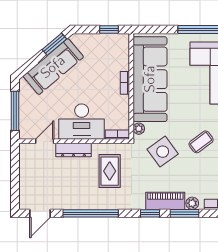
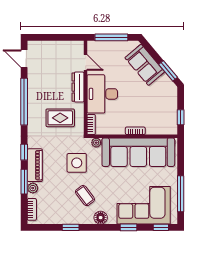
sofa: (53, 67) -> (145, 65), width x0.73
side table: (163, 152) -> (77, 163), turned 36

